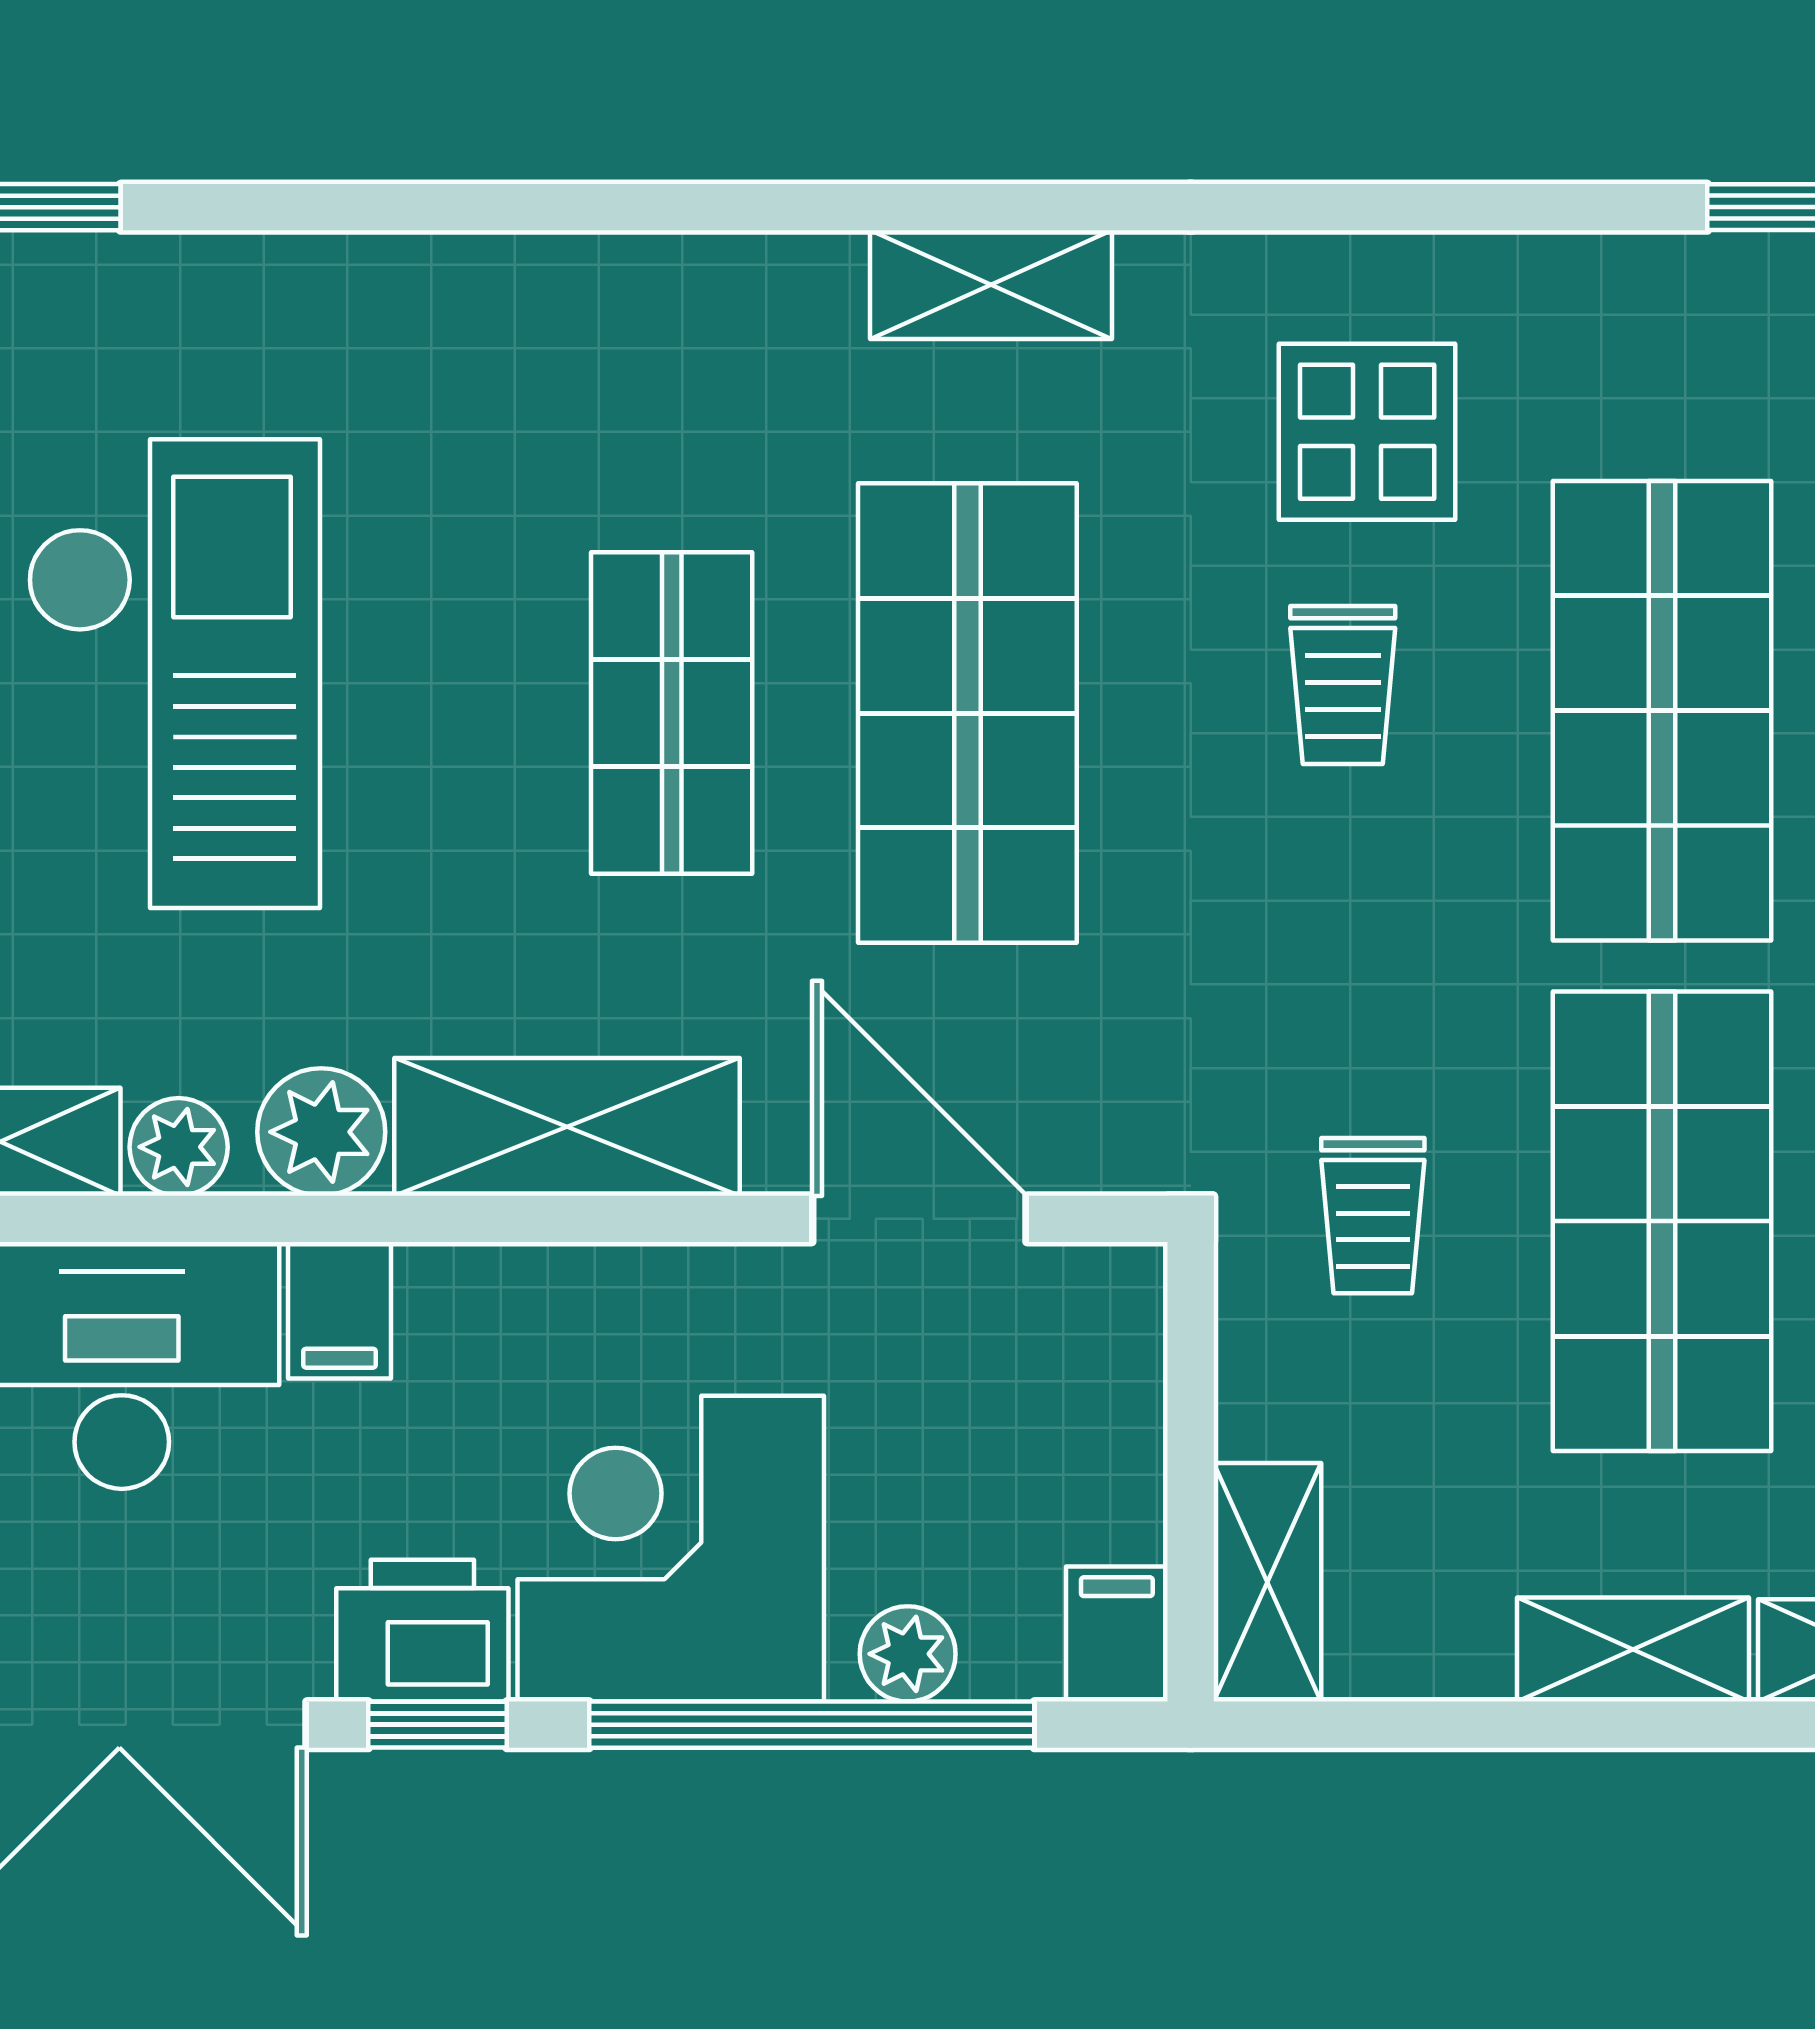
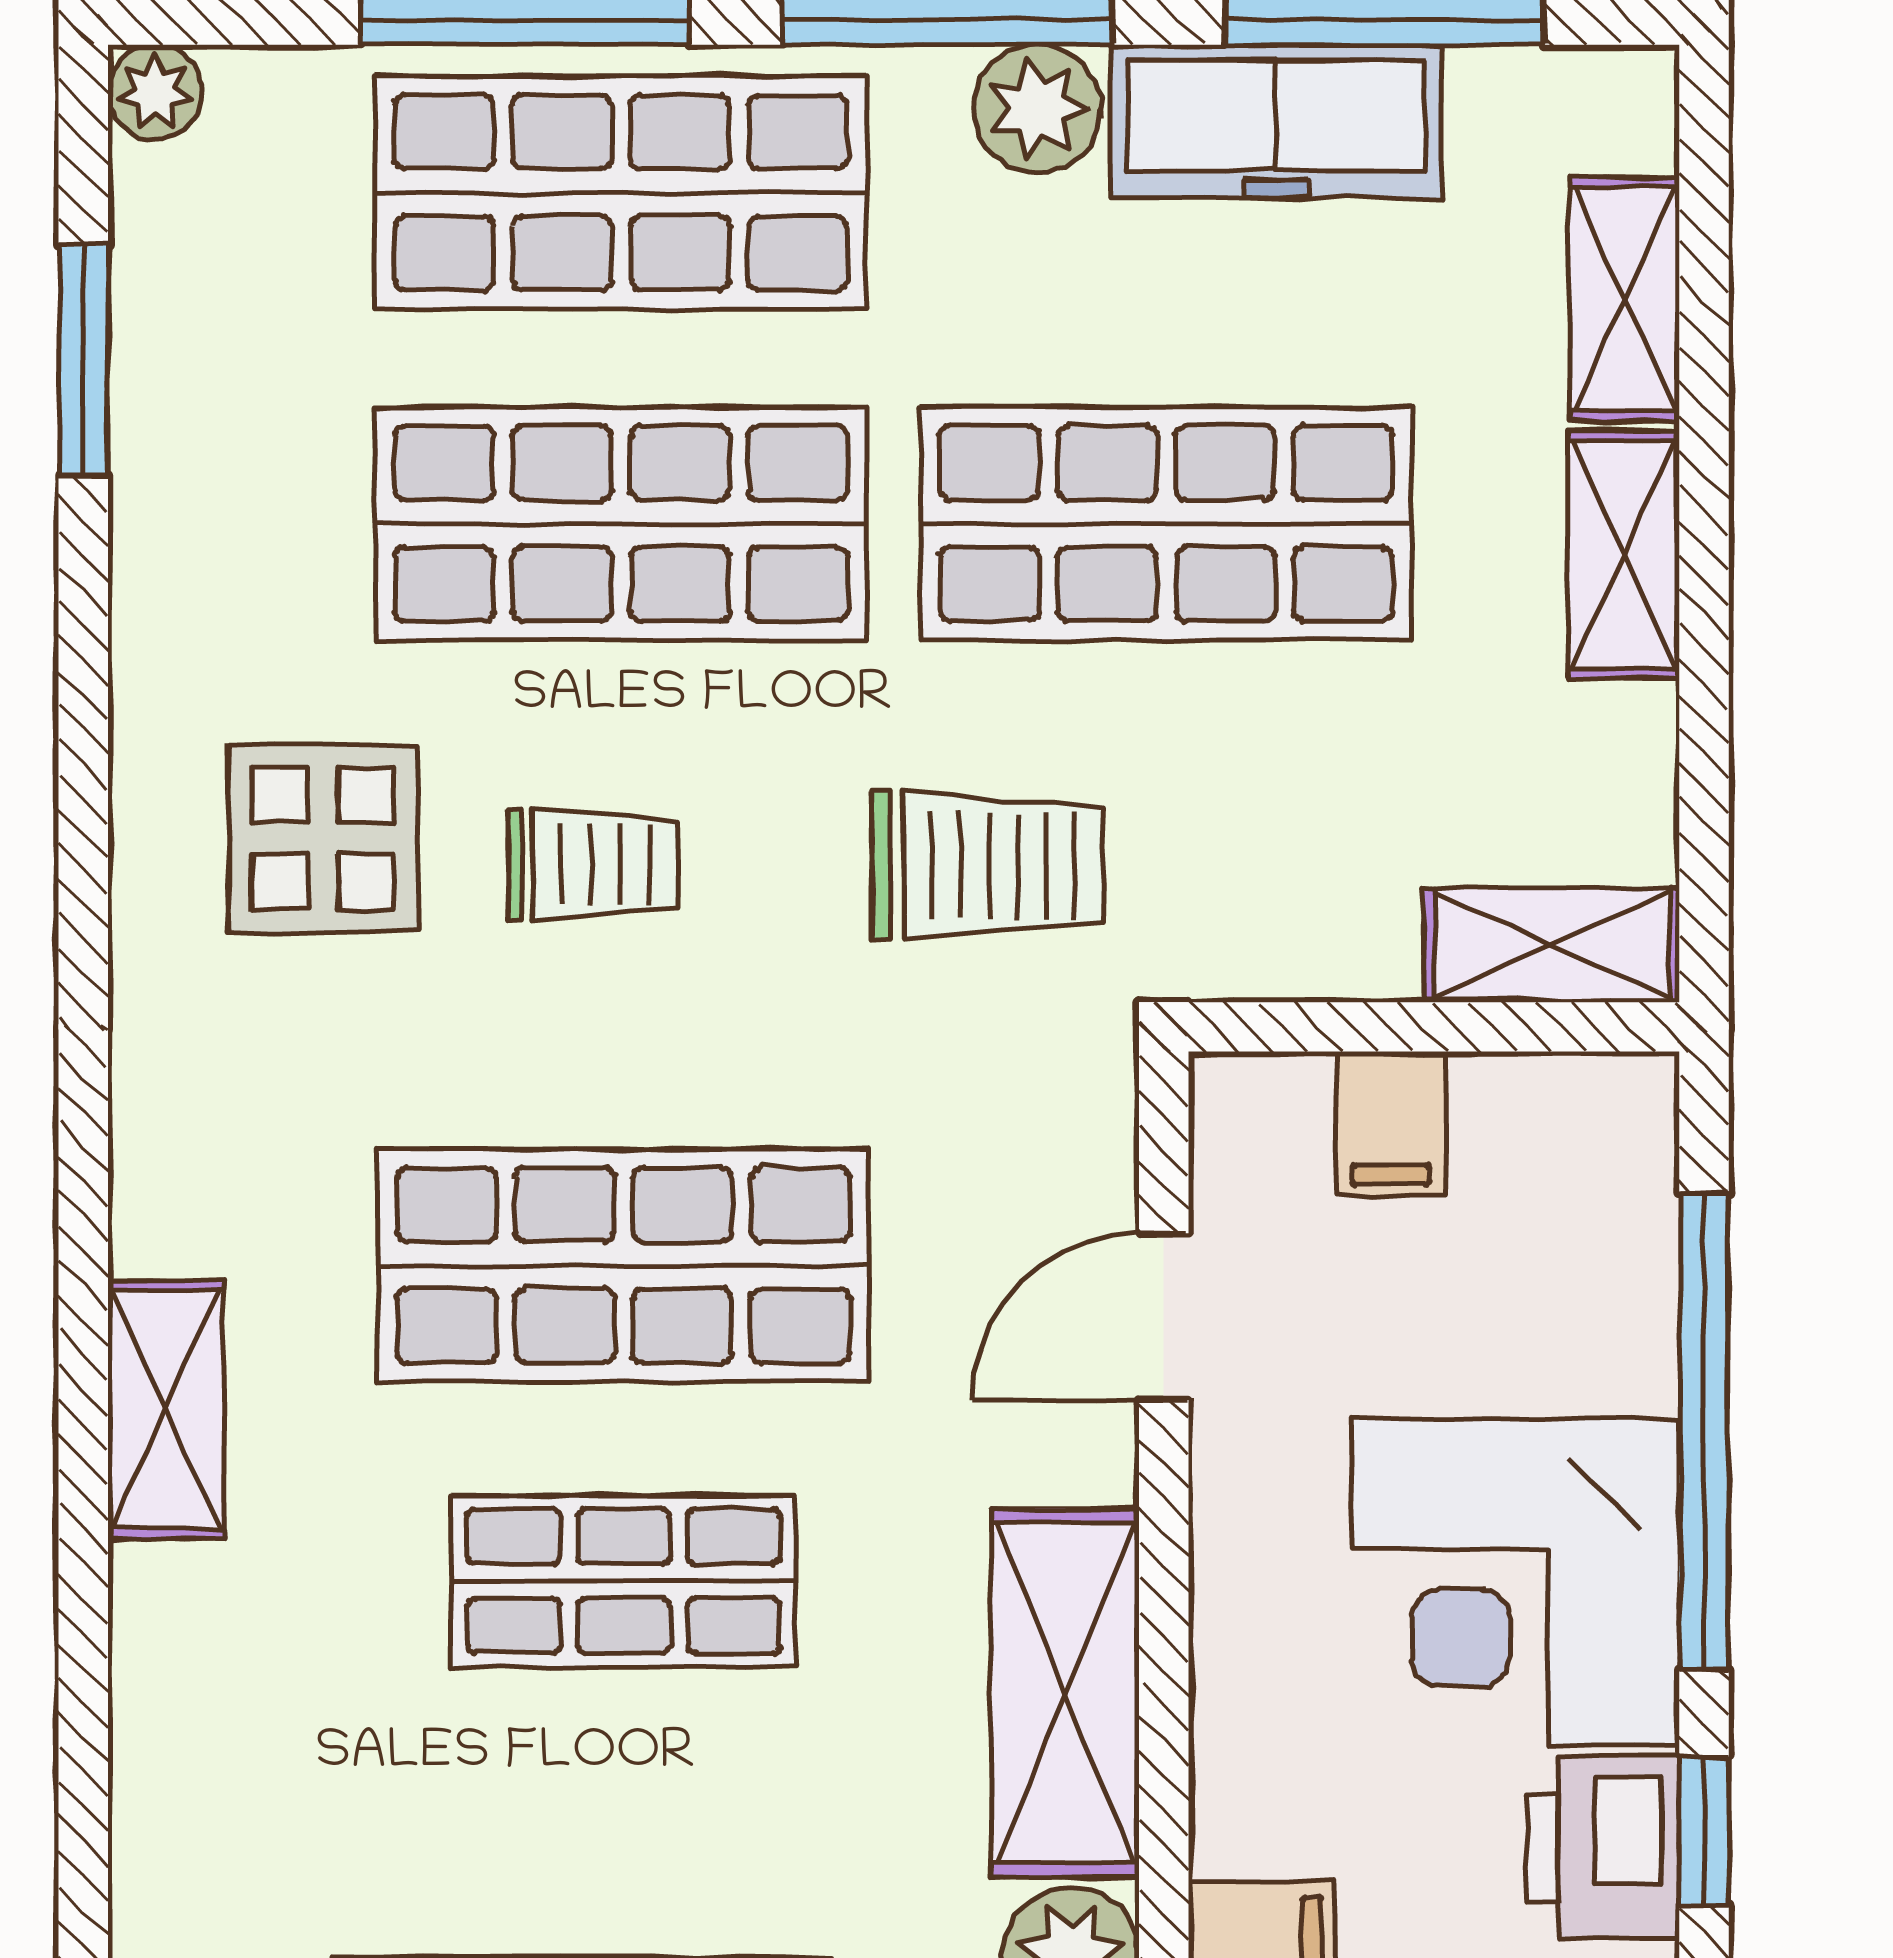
shelving: (991, 285) -> (166, 1409), moved
trolley: (1373, 1216) -> (987, 865), moved, width x1.36, depth x1.39
door: (919, 1219) -> (1164, 1317), width x0.73
filing cabinet: (1117, 1634) -> (1391, 1124), moved, turned -90
plant: (908, 1654) -> (1628, 1329), removed

